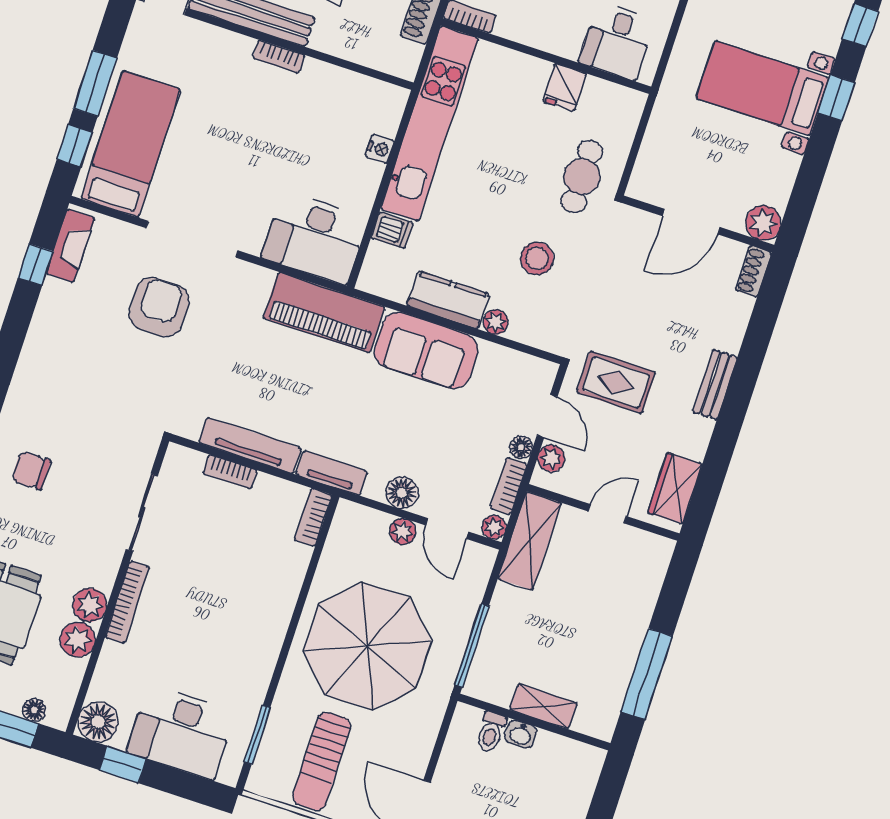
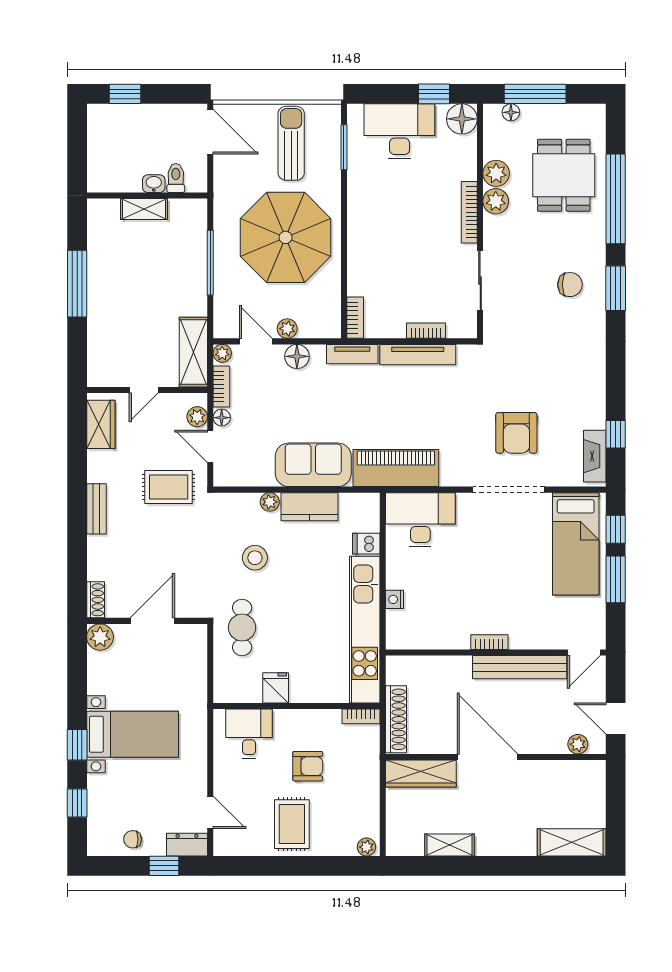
shelving: (543, 706) -> (144, 209), moved
wall: (534, 722) -> (147, 196), moved
toilet: (491, 732) -> (176, 178), moved
washbasin: (521, 734) -> (154, 184), moved

